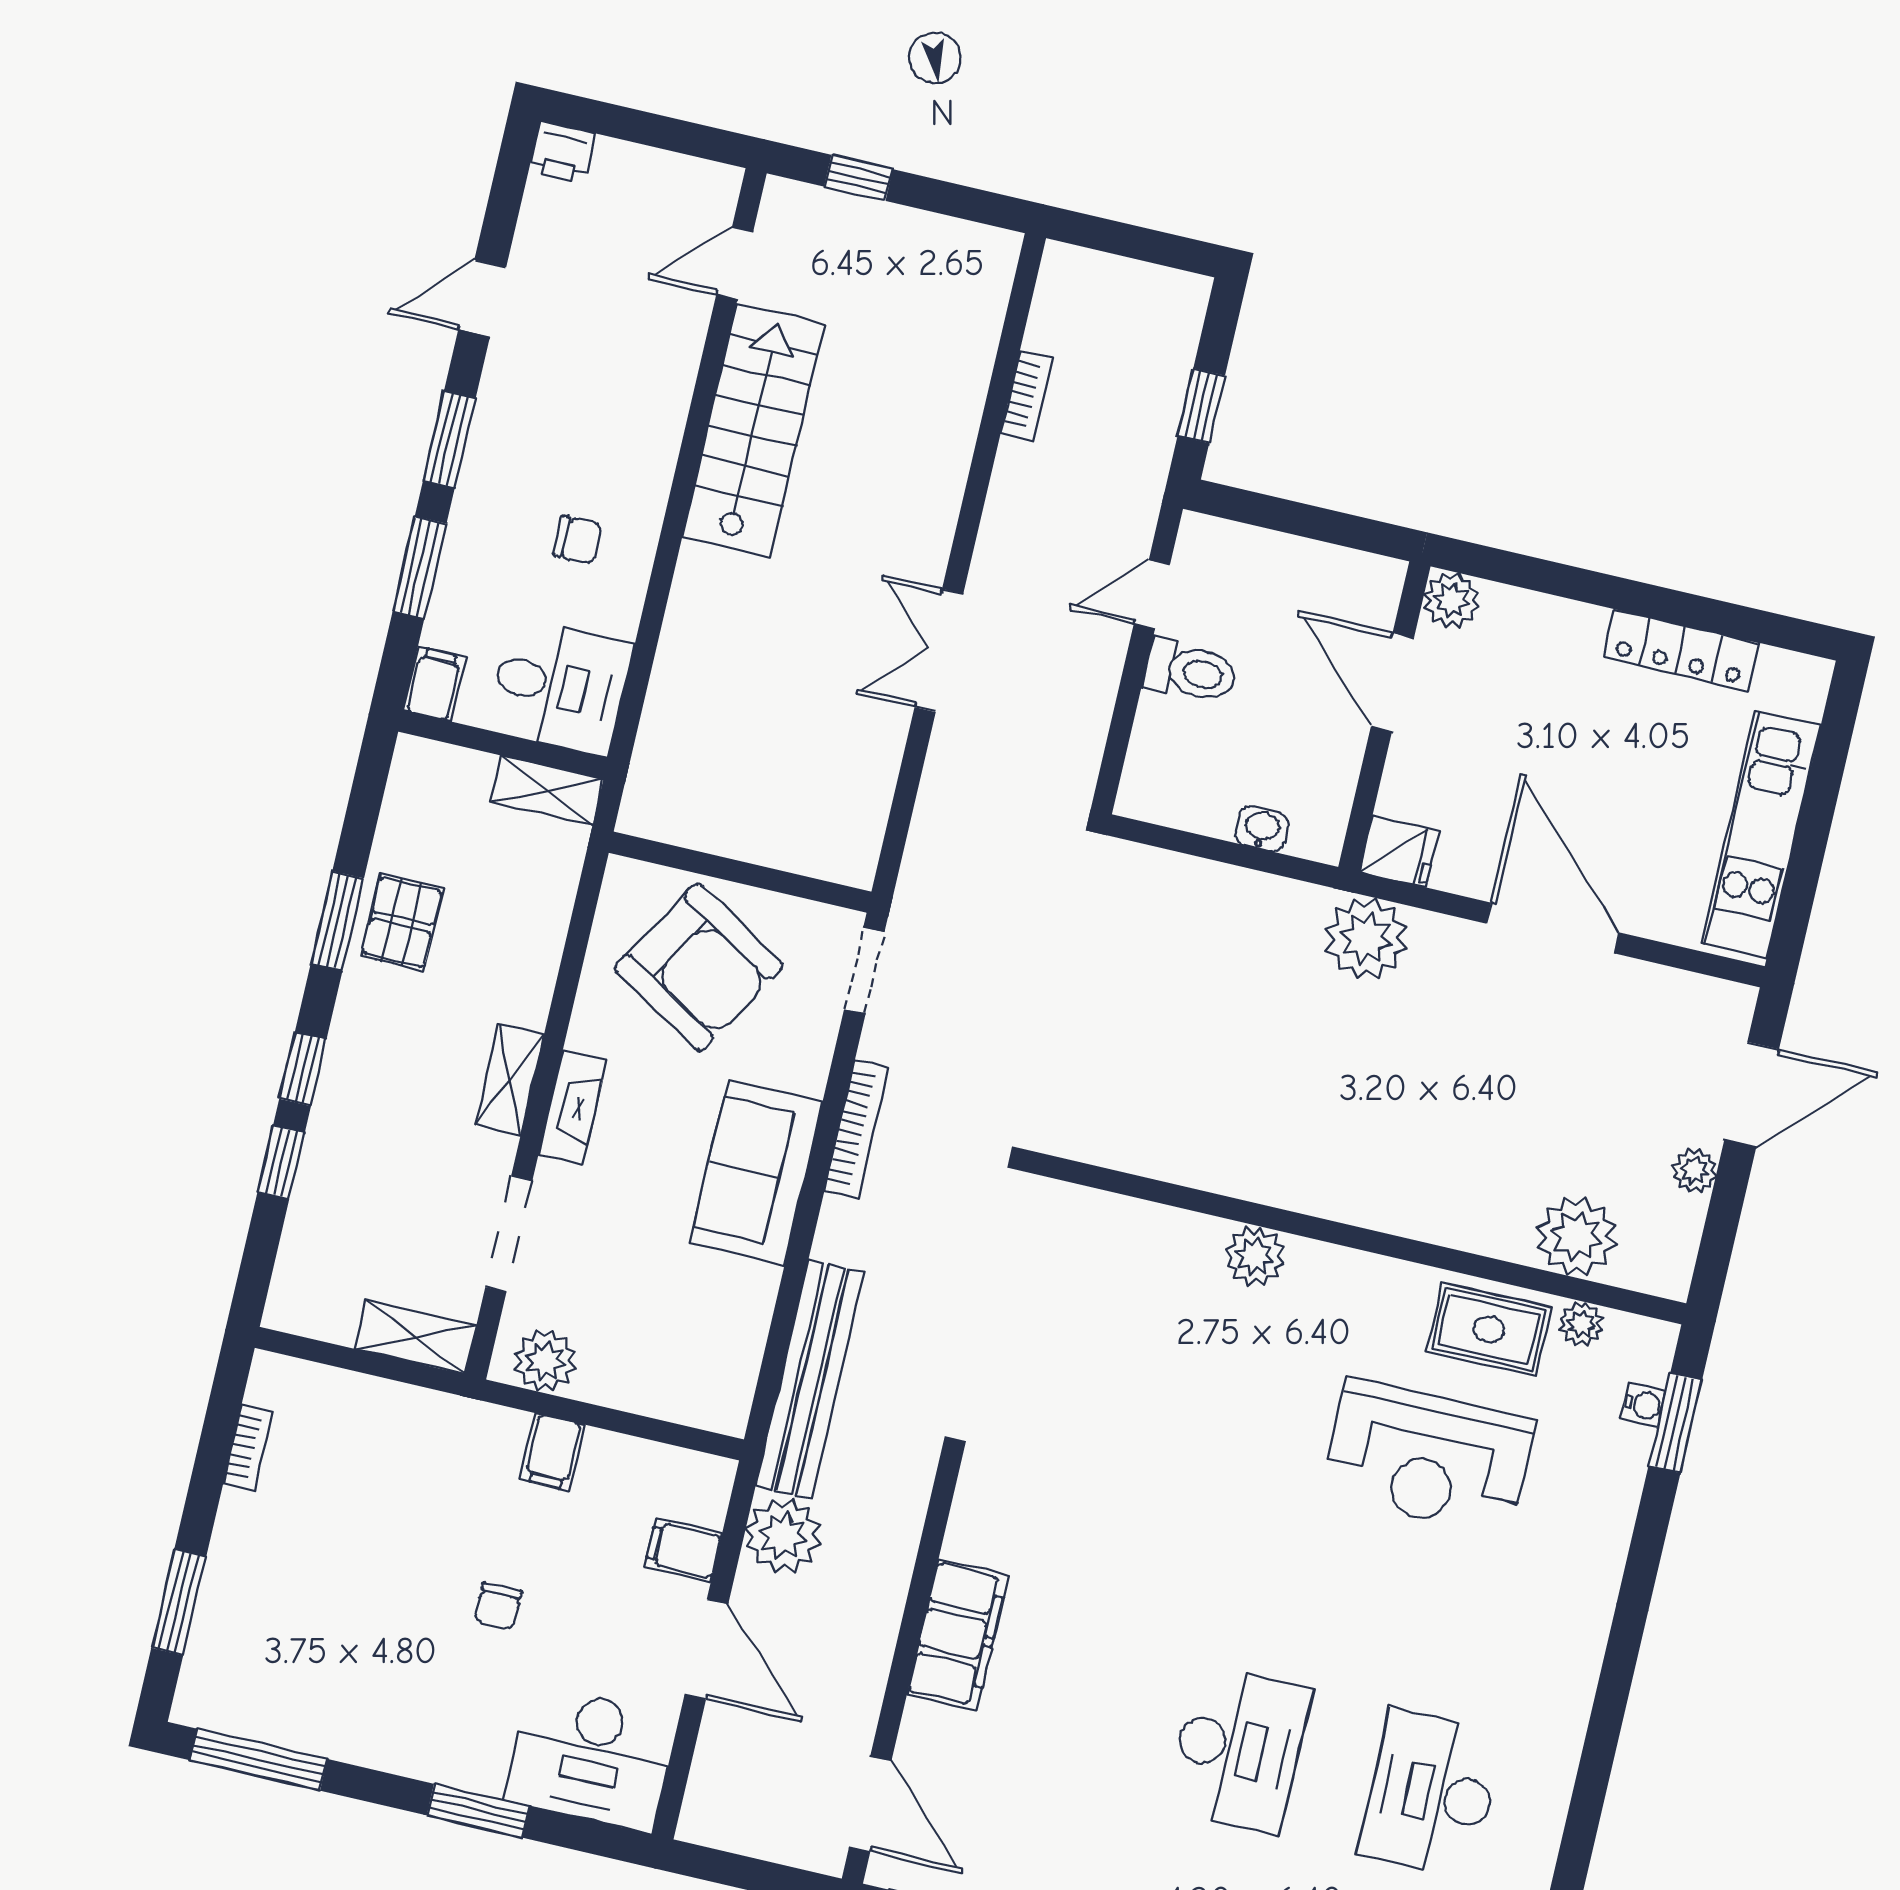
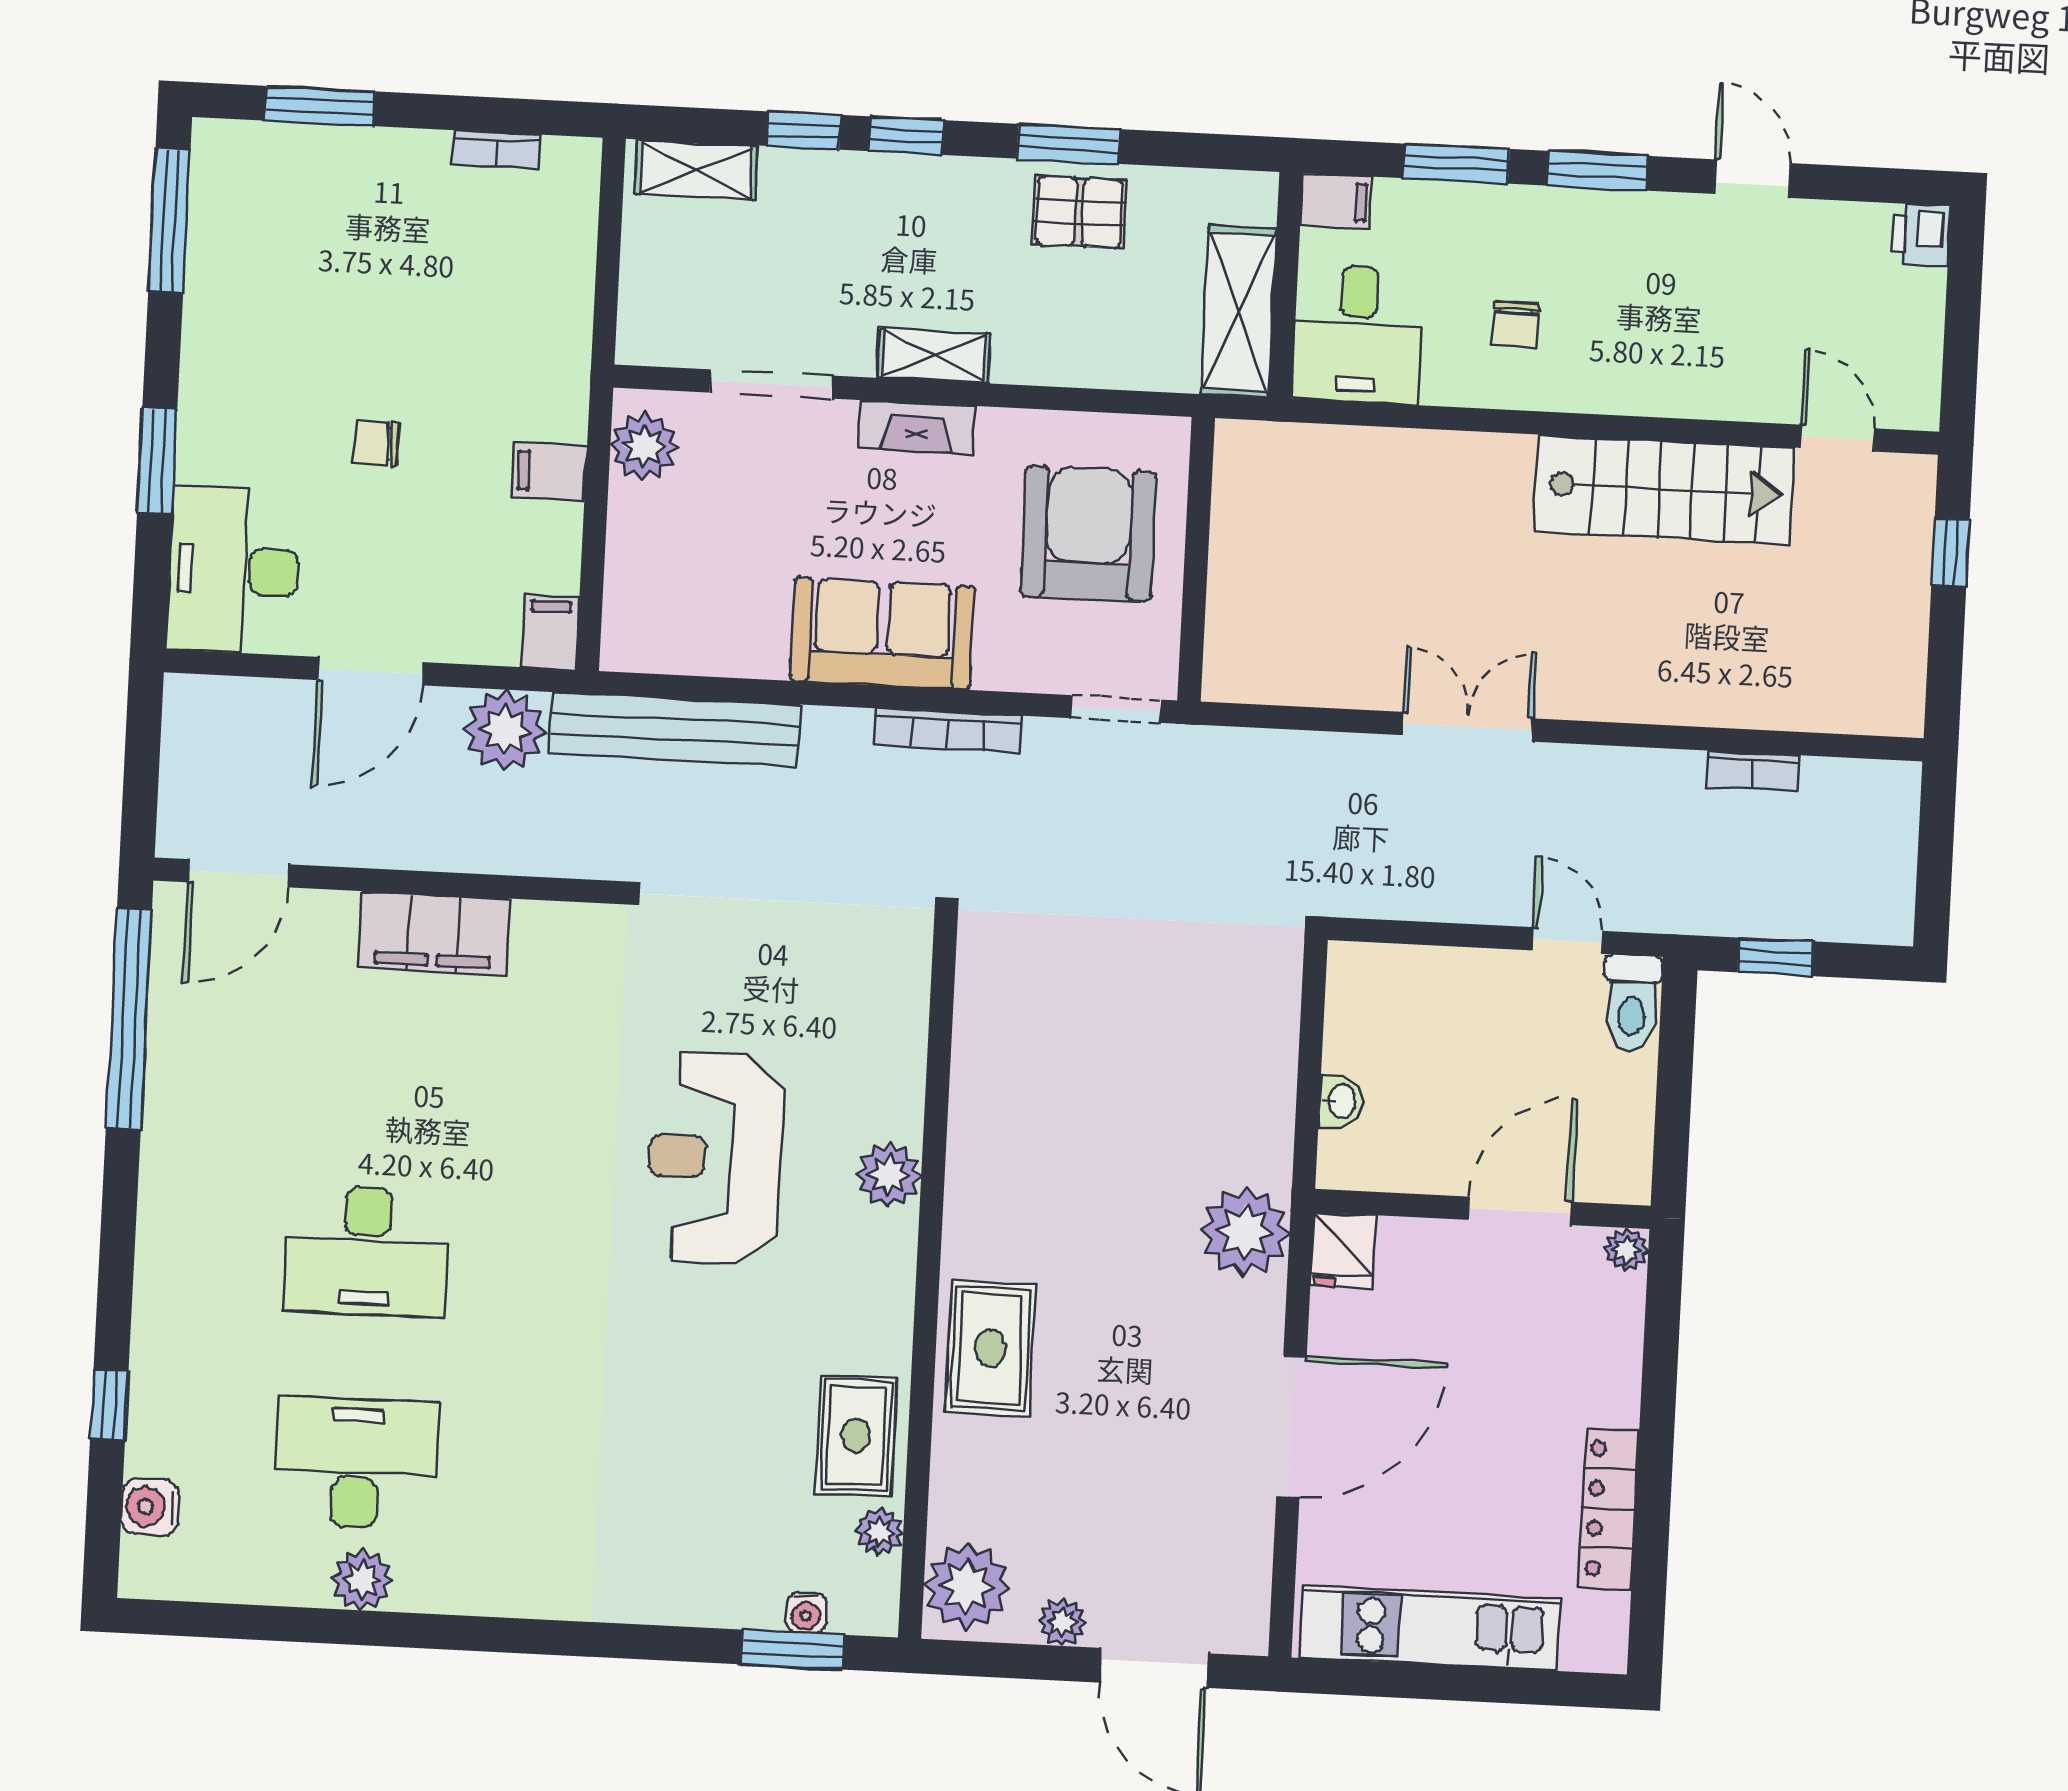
plant: (1451, 600) -> (1626, 1250), width x0.73, depth x0.73
toilet: (1191, 671) -> (1632, 1003), moved
shelving: (547, 790) -> (1239, 312), width x1.50, depth x1.33
armchair: (699, 967) -> (1088, 534), turned 149
rug: (1431, 1192) -> (990, 1348), added
plant: (1577, 1236) -> (967, 1586), moved
shelving: (416, 1337) -> (696, 170), moved, turned 90
reception desk: (1428, 1457) -> (716, 1158), moved
filing cabinet: (683, 1550) -> (550, 632), moved
plant: (1540, 1807) -> (362, 1580), added

